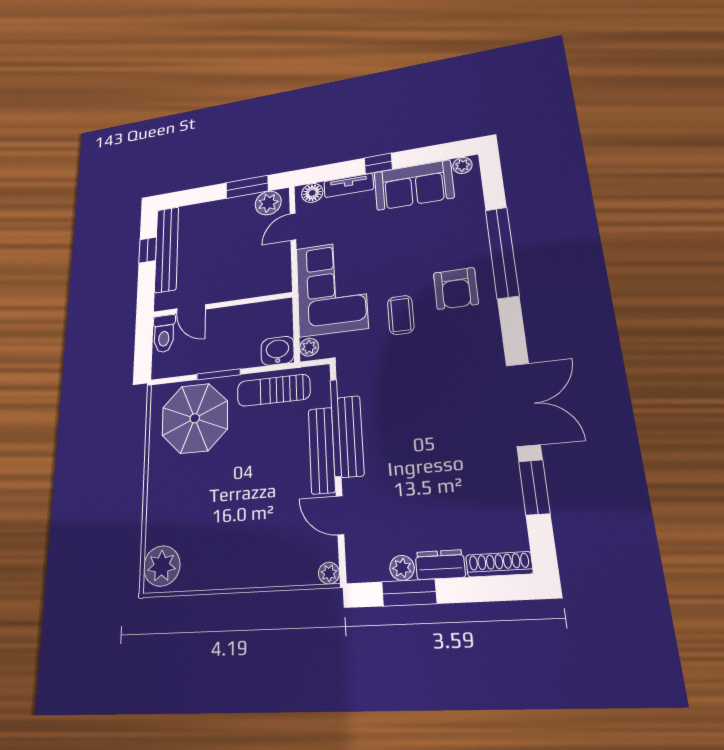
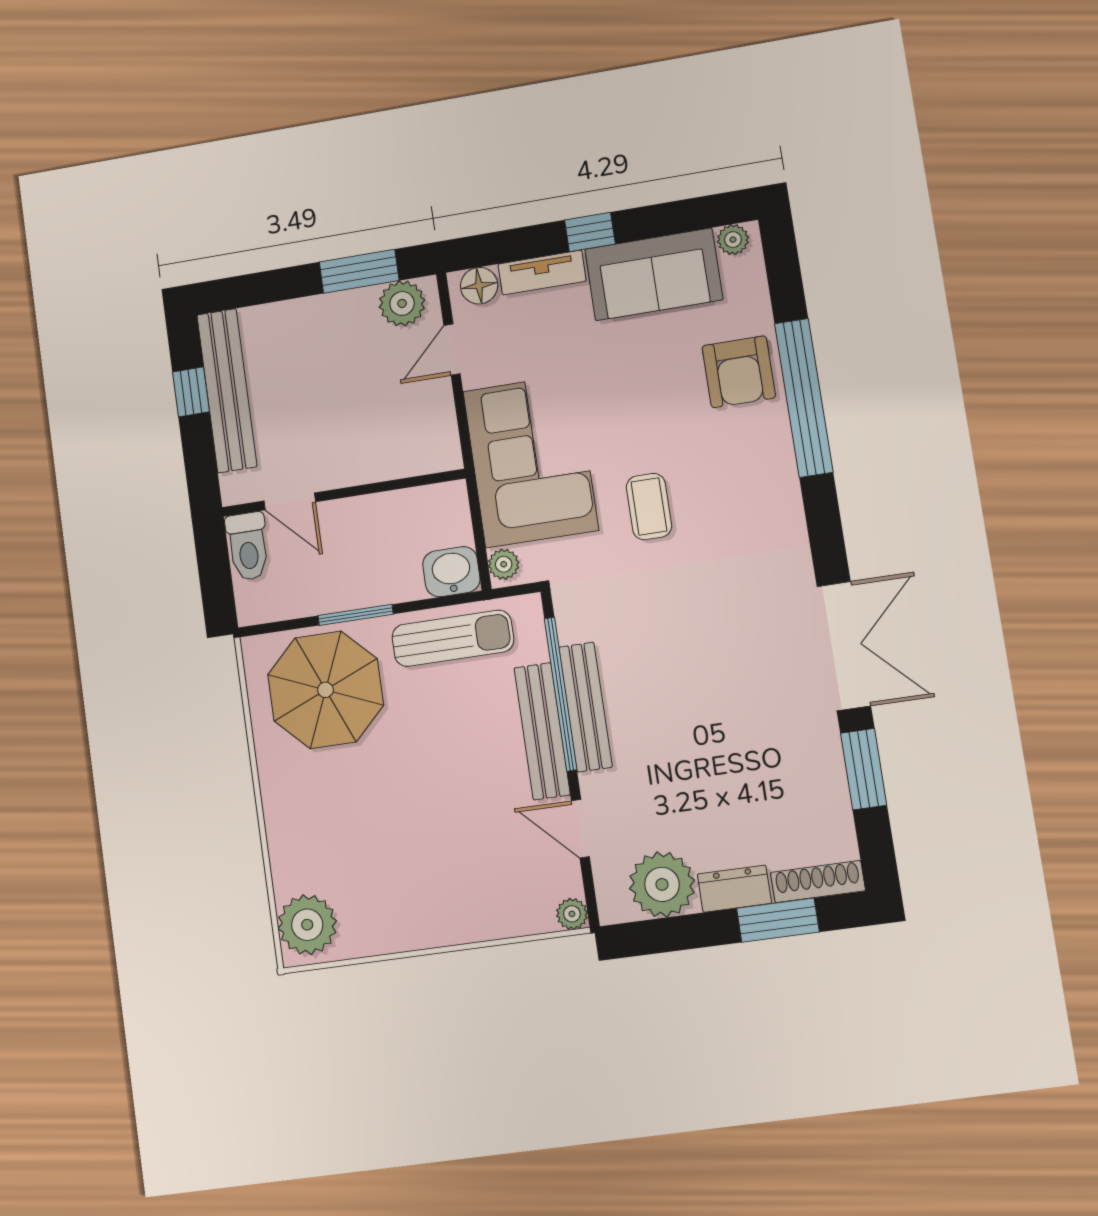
armchair: (456, 288) -> (739, 372), moved
sun lounger: (274, 390) -> (453, 638), turned 180
plant: (402, 568) -> (662, 884), width x1.88, depth x1.88
window: (409, 593) -> (778, 920), moved

